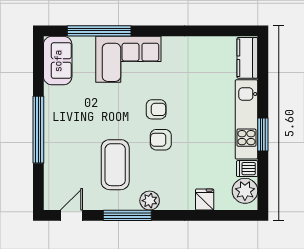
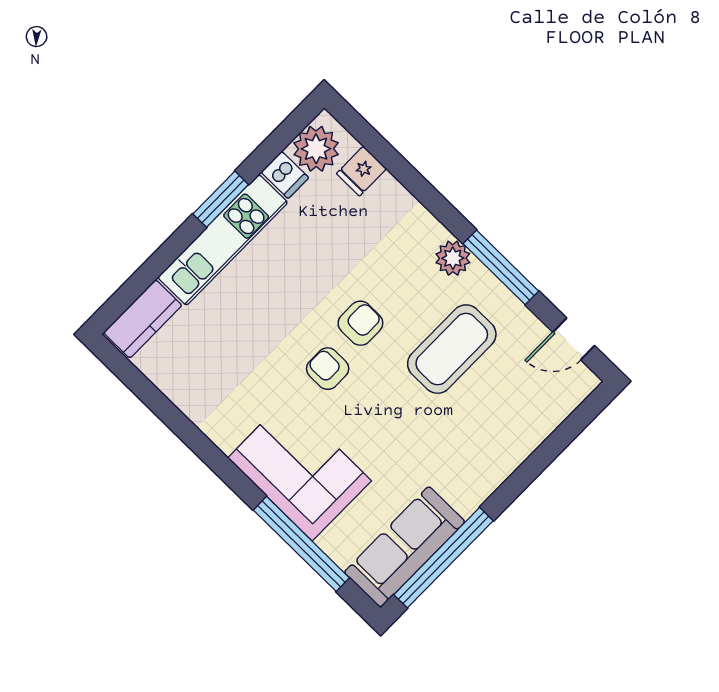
sofa: (58, 61) -> (405, 547), width x1.36
window: (38, 130) -> (444, 558), moved
armchair: (161, 140) -> (360, 323), turned -90
fridge: (205, 200) -> (361, 171), moved

